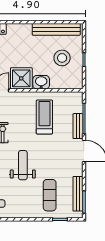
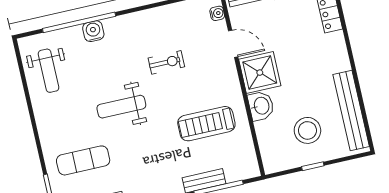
treadmill: (44, 117) -> (206, 124), turned 180
weight bench: (23, 165) -> (121, 107), turned 180

